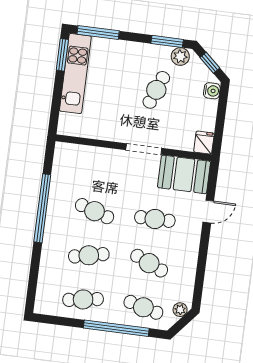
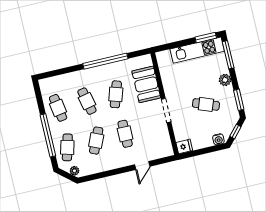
plant: (180, 56) -> (225, 80), moved
booth: (184, 174) -> (146, 84), moved
door: (208, 212) -> (142, 165), hinge flipped

